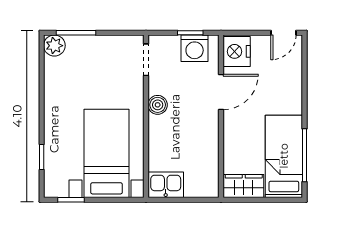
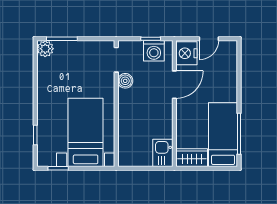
door: (283, 33) -> (209, 39), moved
boiler: (158, 105) -> (125, 81), moved
kitchen sink: (166, 185) -> (163, 153), moved, turned -90

